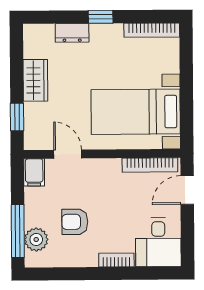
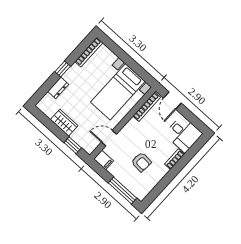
armchair: (75, 222) -> (141, 162), turned -86
plant: (36, 240) -> (134, 186), removed

